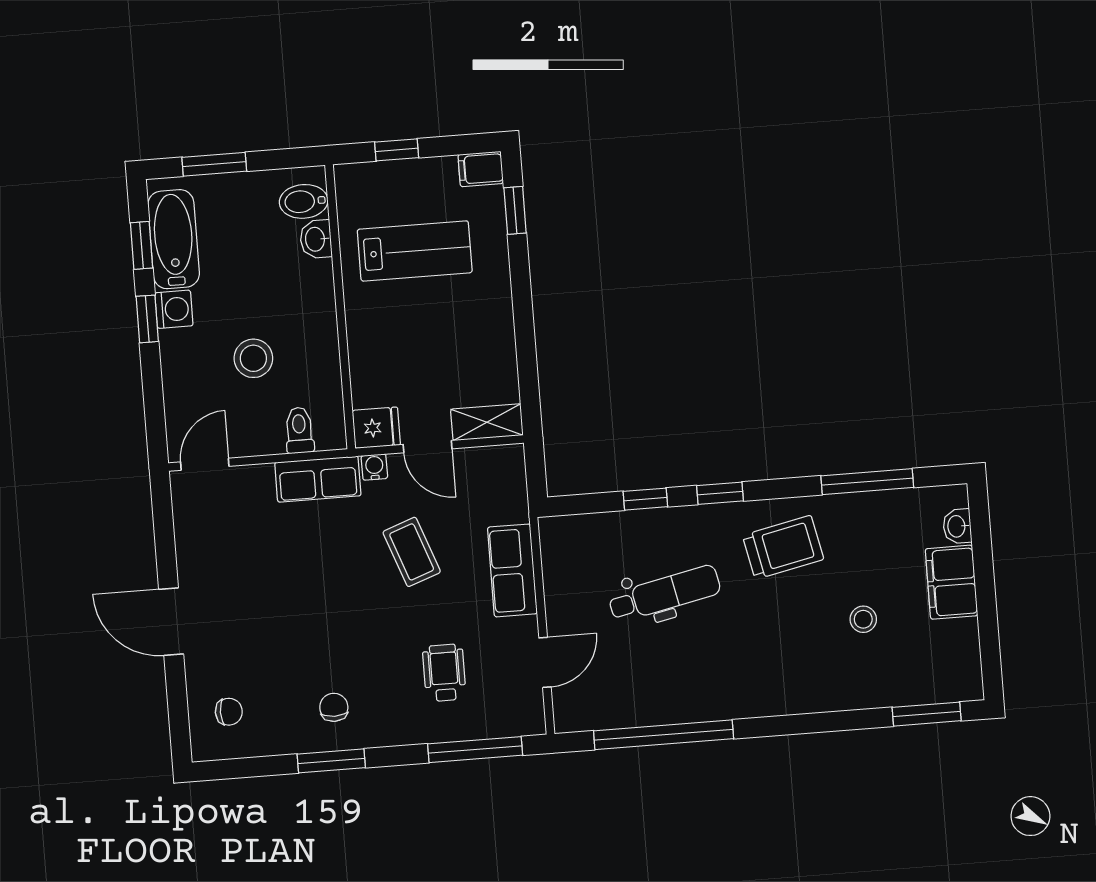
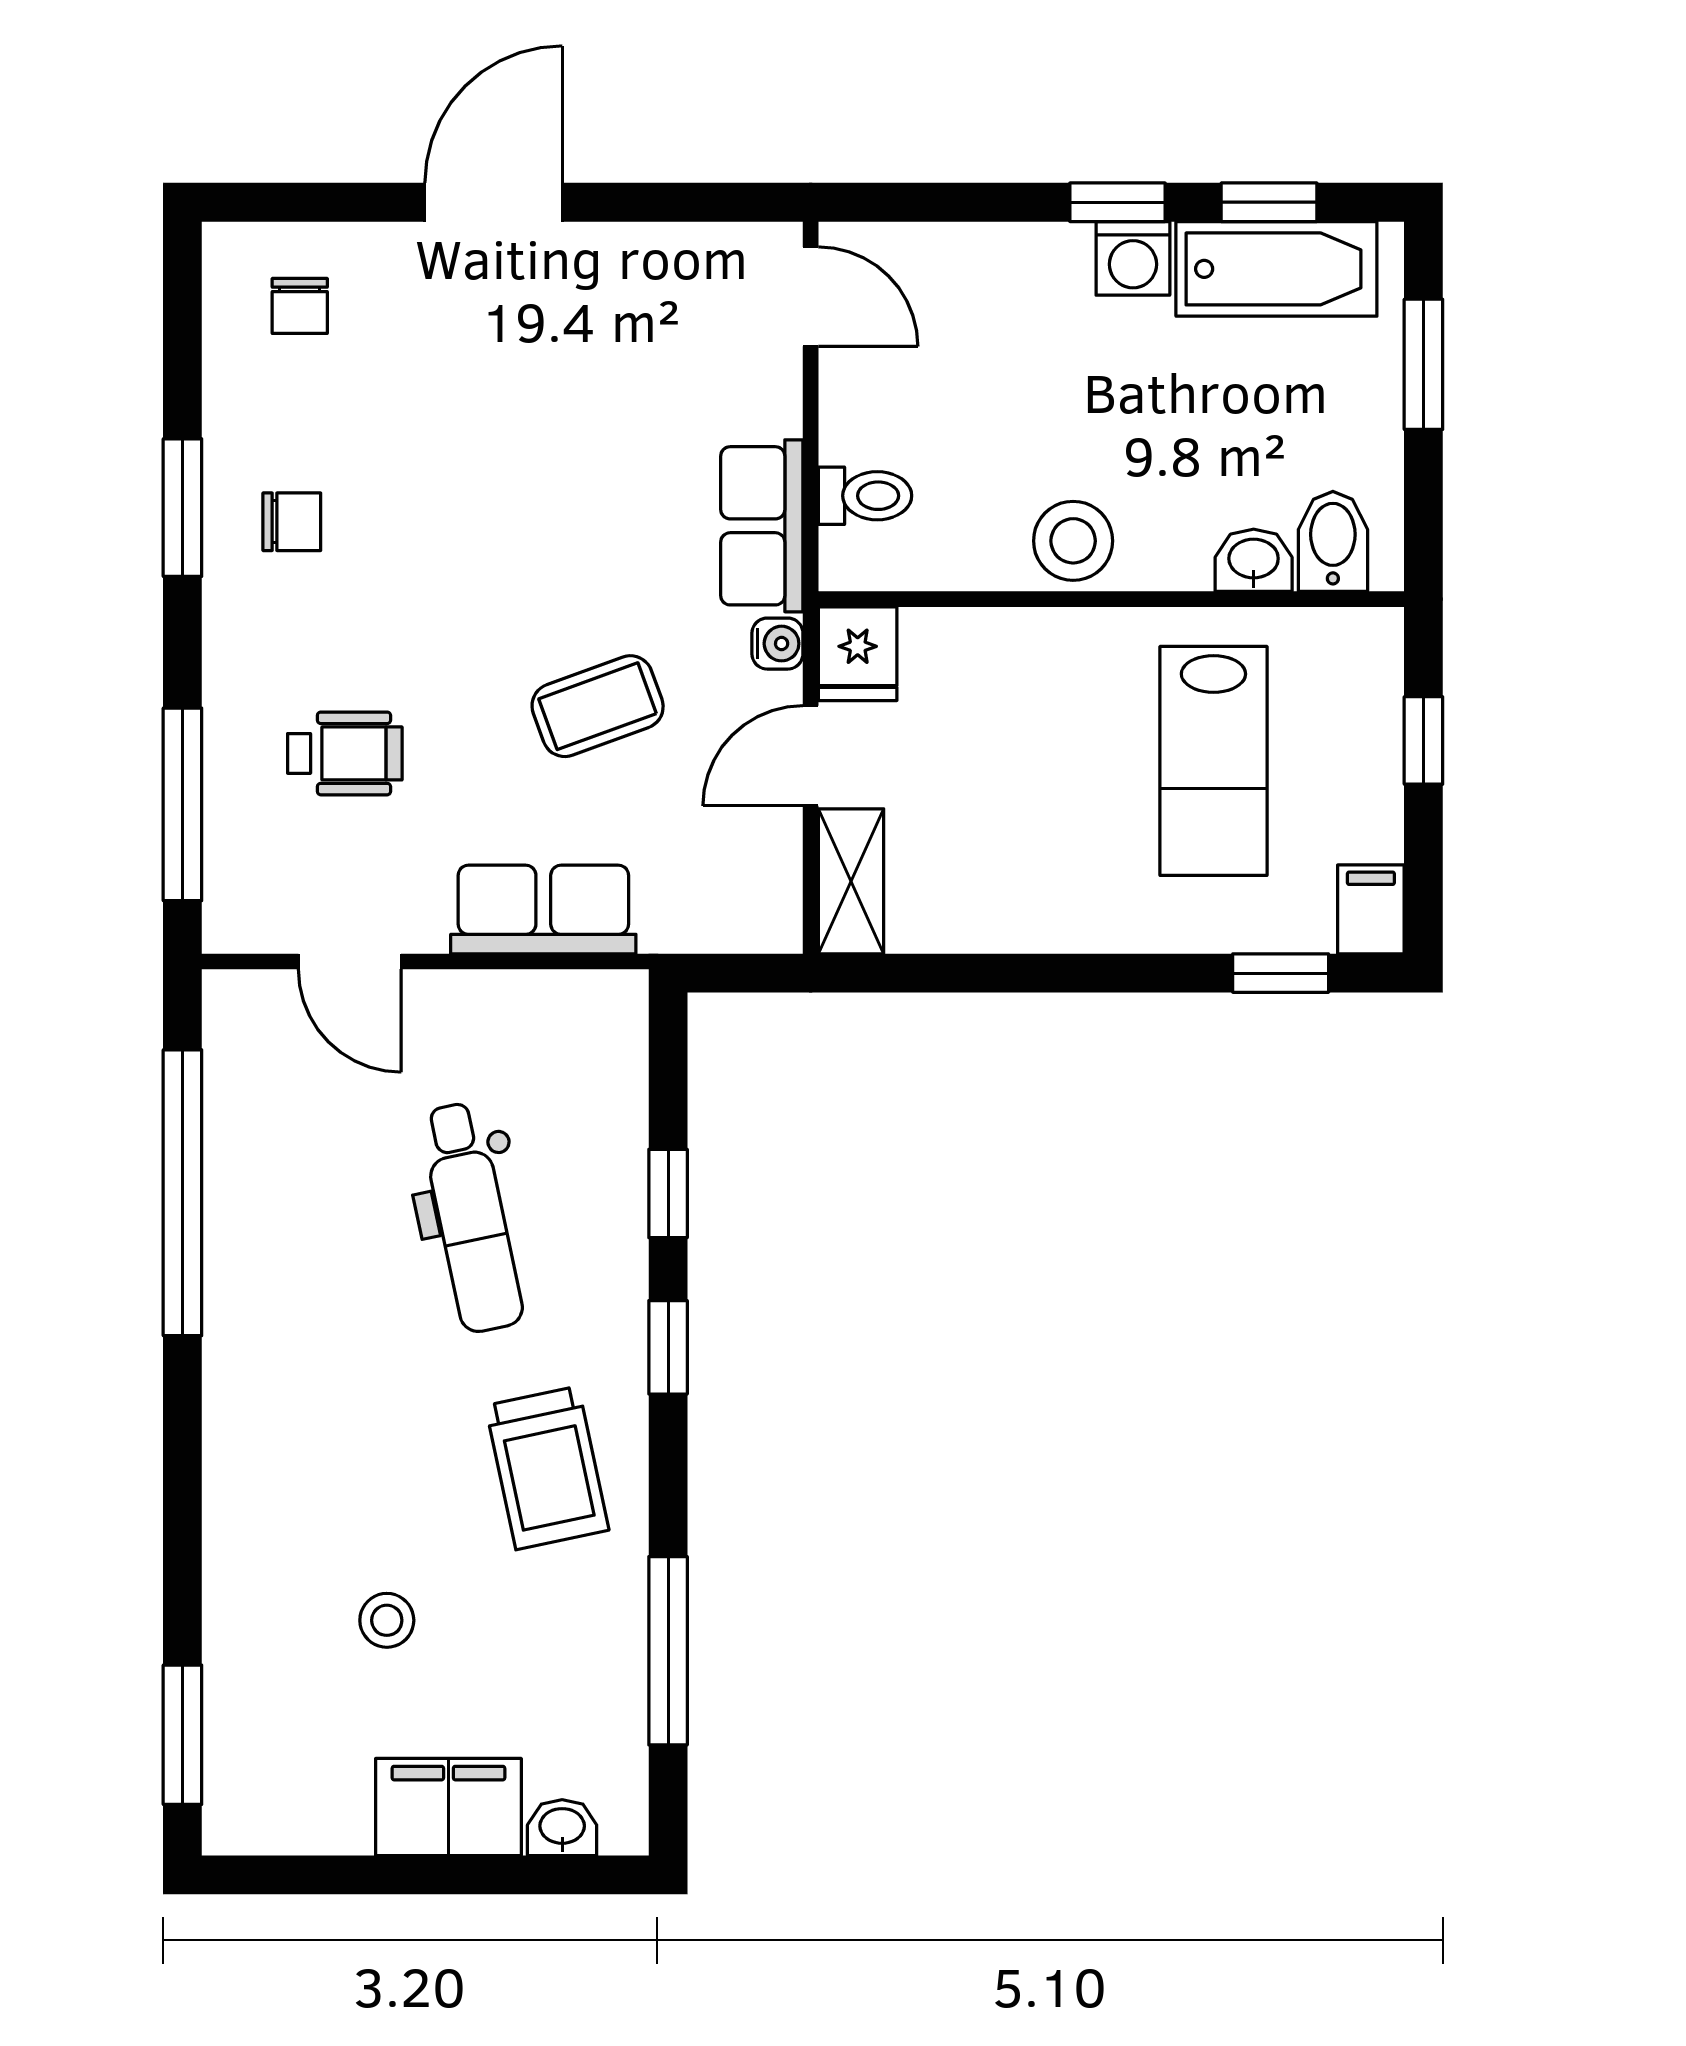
stool: (253, 358) -> (1073, 541), moved

